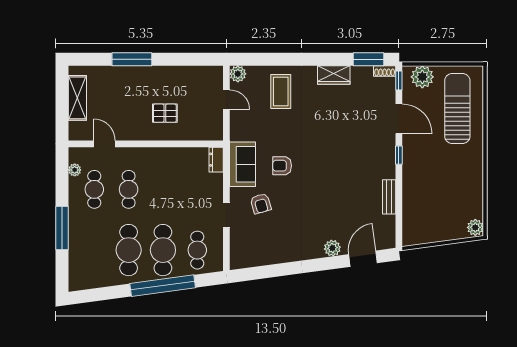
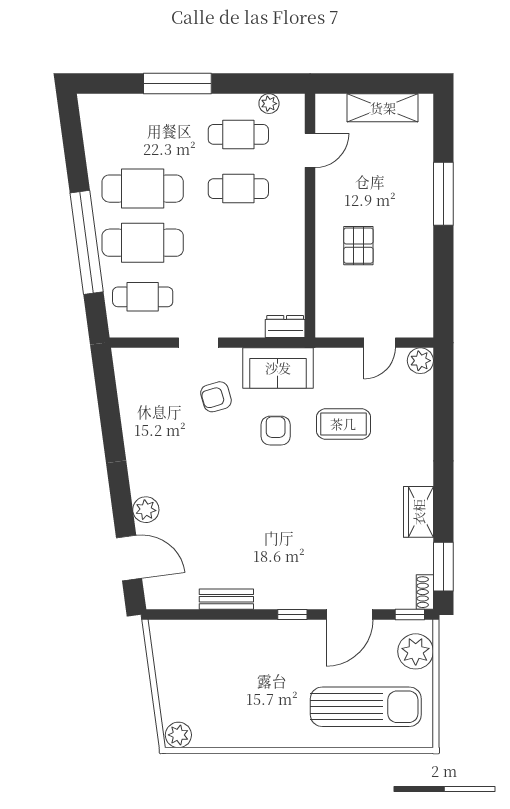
coffee table: (281, 92) -> (343, 424), moved

